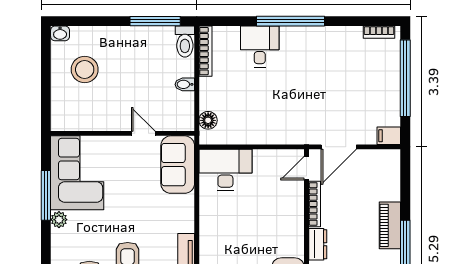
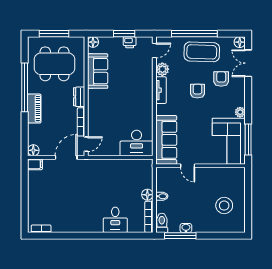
window: (291, 21) -> (96, 236), removed
washbasin: (60, 33) -> (186, 228), moved
window: (405, 78) -> (25, 200), removed
floor lamp: (208, 120) -> (147, 195), moved
floor lamp: (391, 158) -> (33, 150), added
sofa: (178, 165) -> (166, 140), width x1.36
window: (46, 195) -> (248, 139), moved

